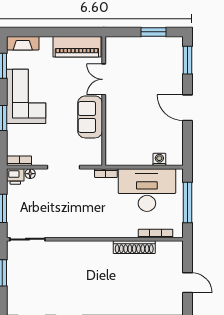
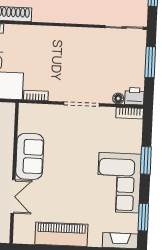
double door: (104, 79) -> (13, 197), moved
wall: (104, 101) -> (14, 173), moved
sofa: (90, 117) -> (30, 156), moved

